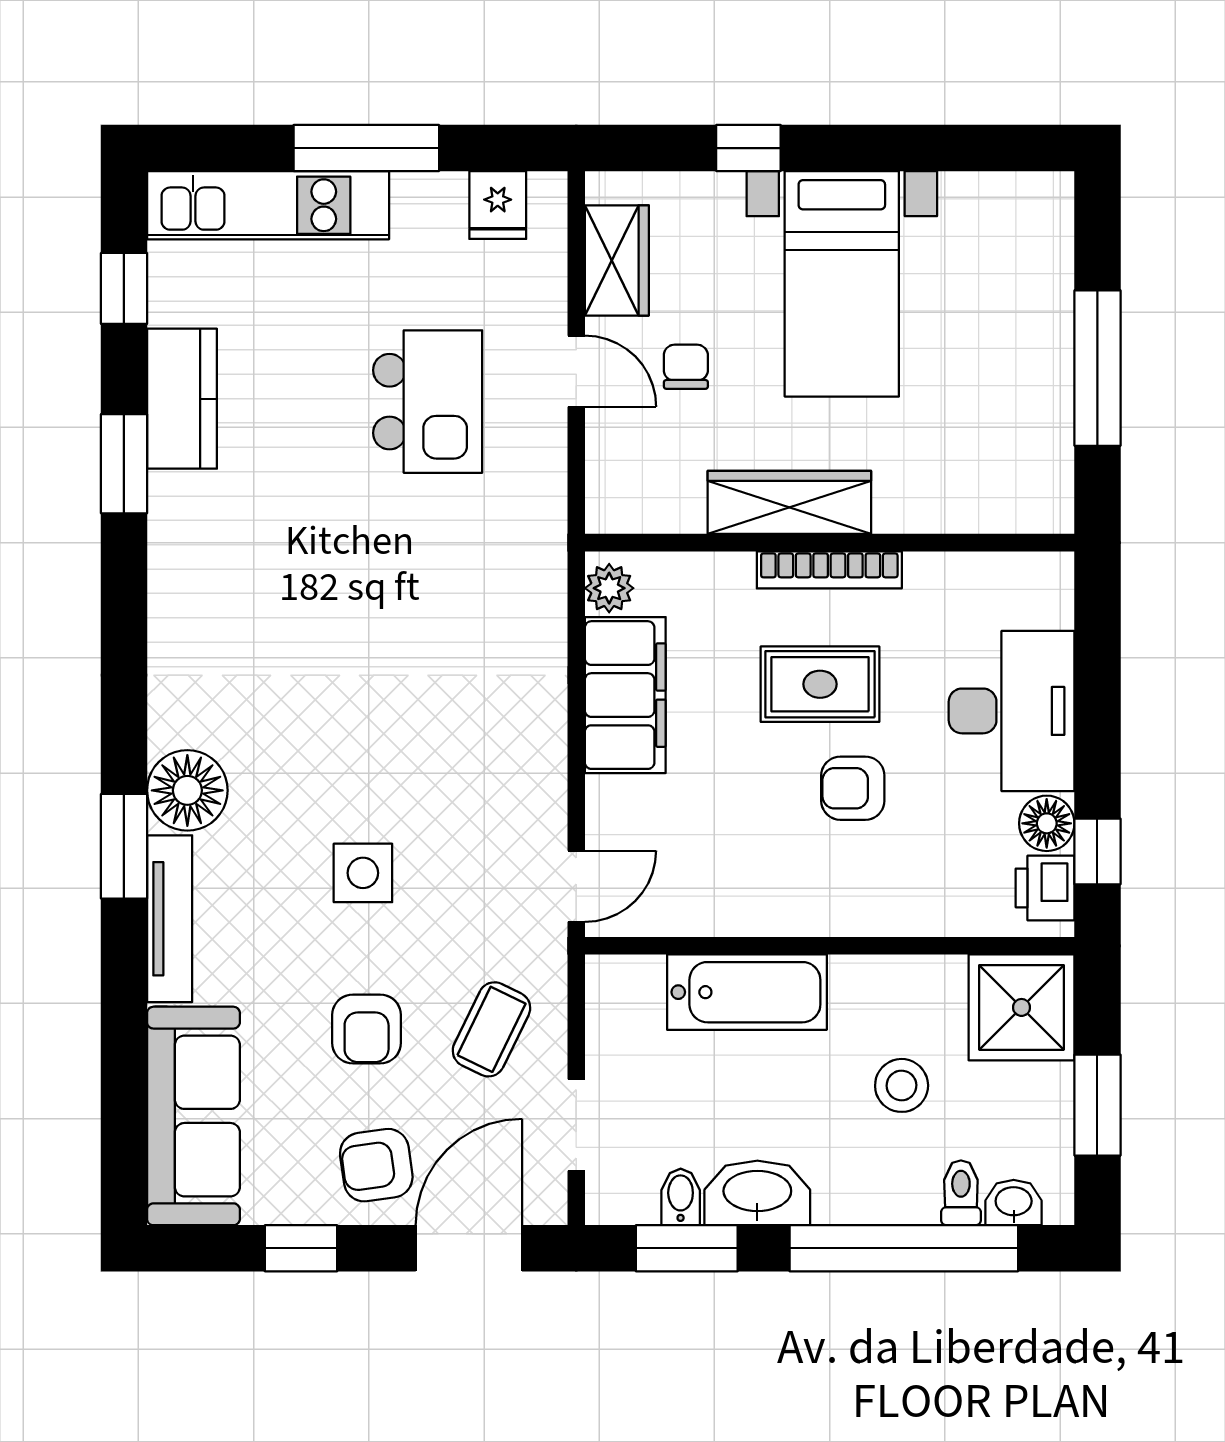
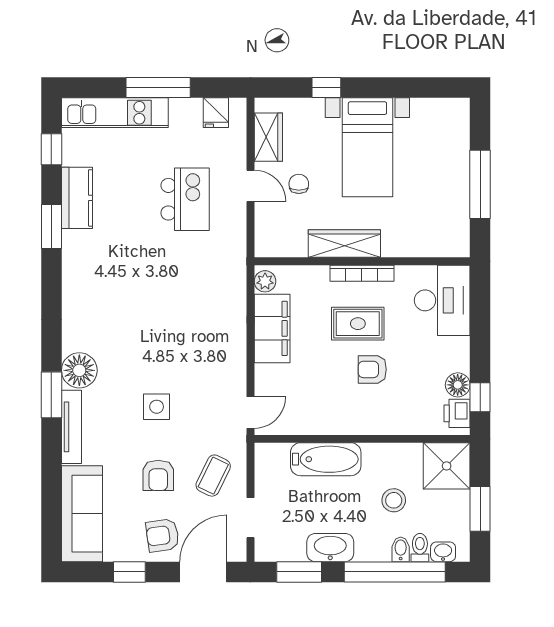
desk: (1012, 711) -> (442, 300), moved
bidet: (681, 1197) -> (401, 549), moved

